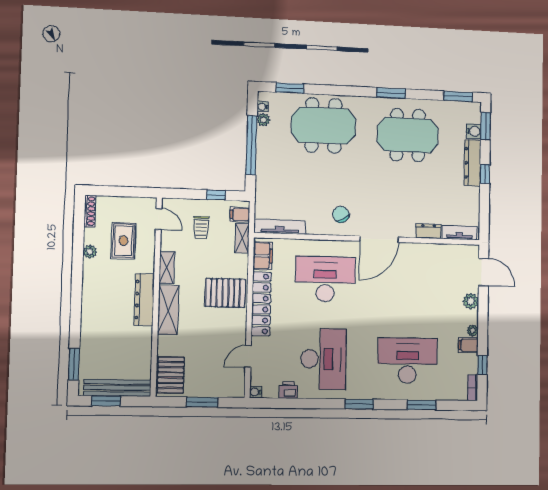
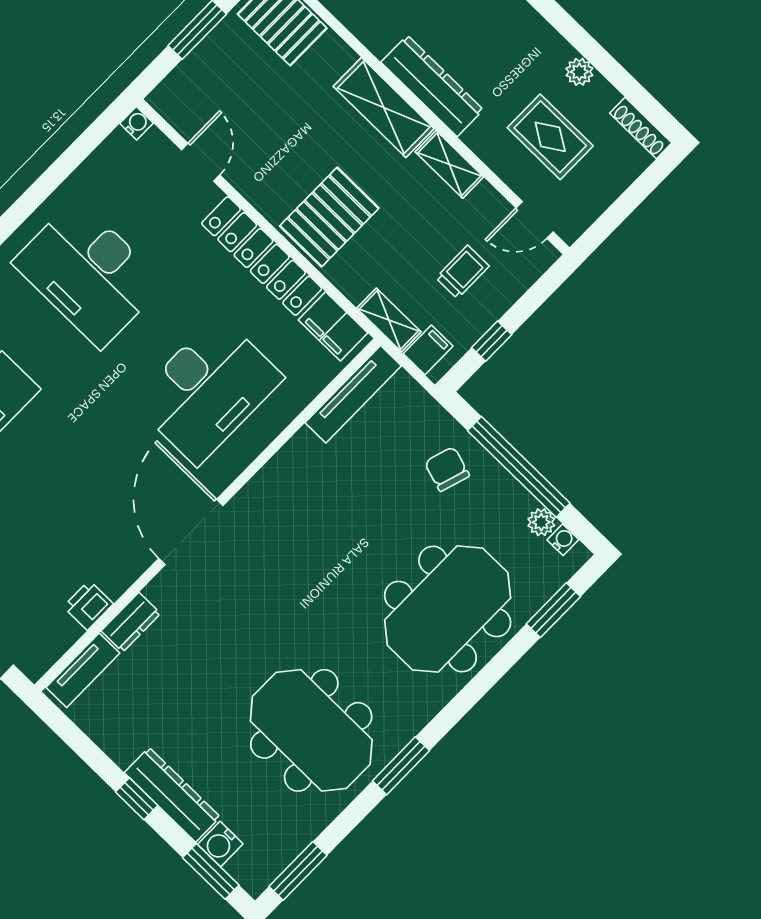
meeting table: (408, 135) -> (311, 730), turned 90
chair: (341, 214) -> (447, 469), moved, turned -133
trolley: (201, 228) -> (462, 272), turned 90
printer: (288, 390) -> (88, 605), moved, turned 180

